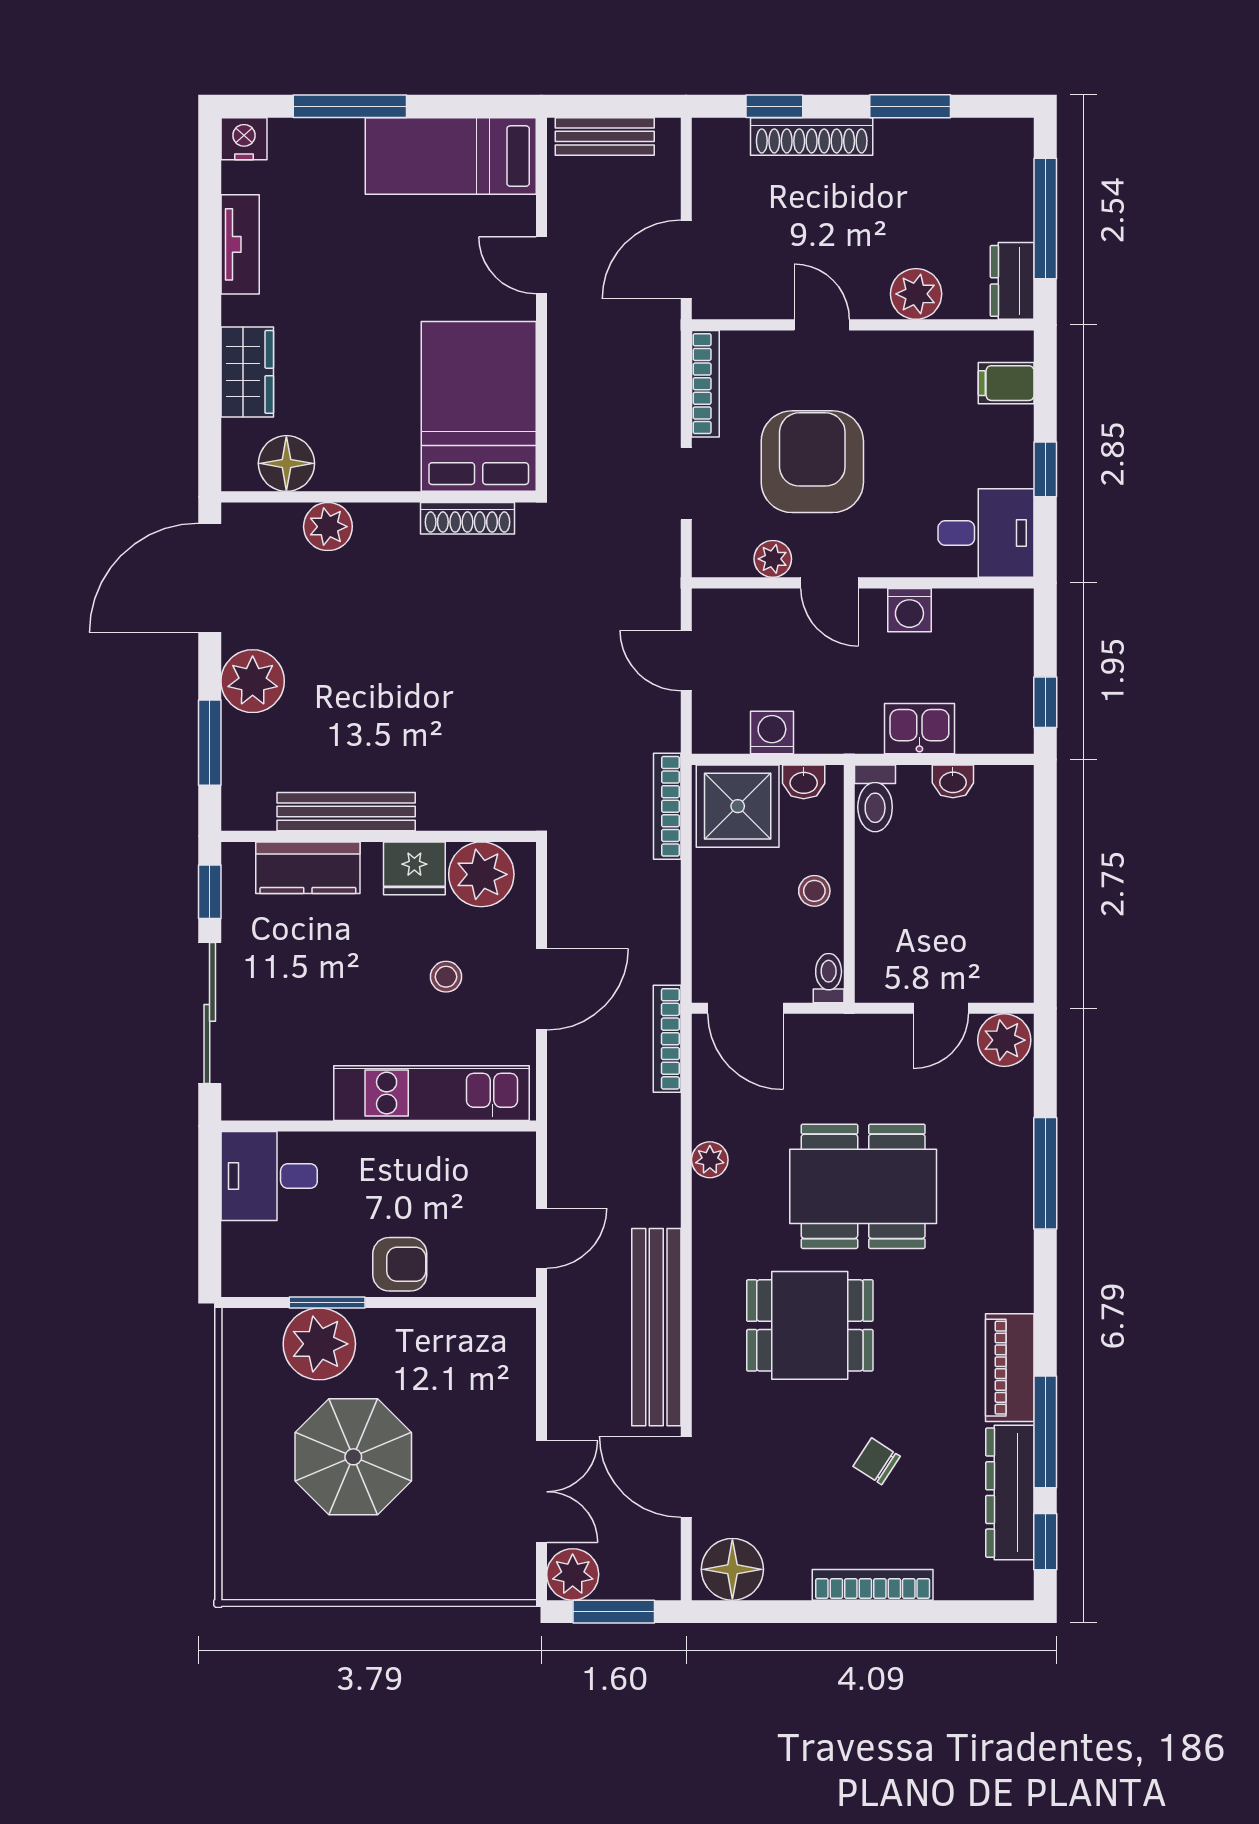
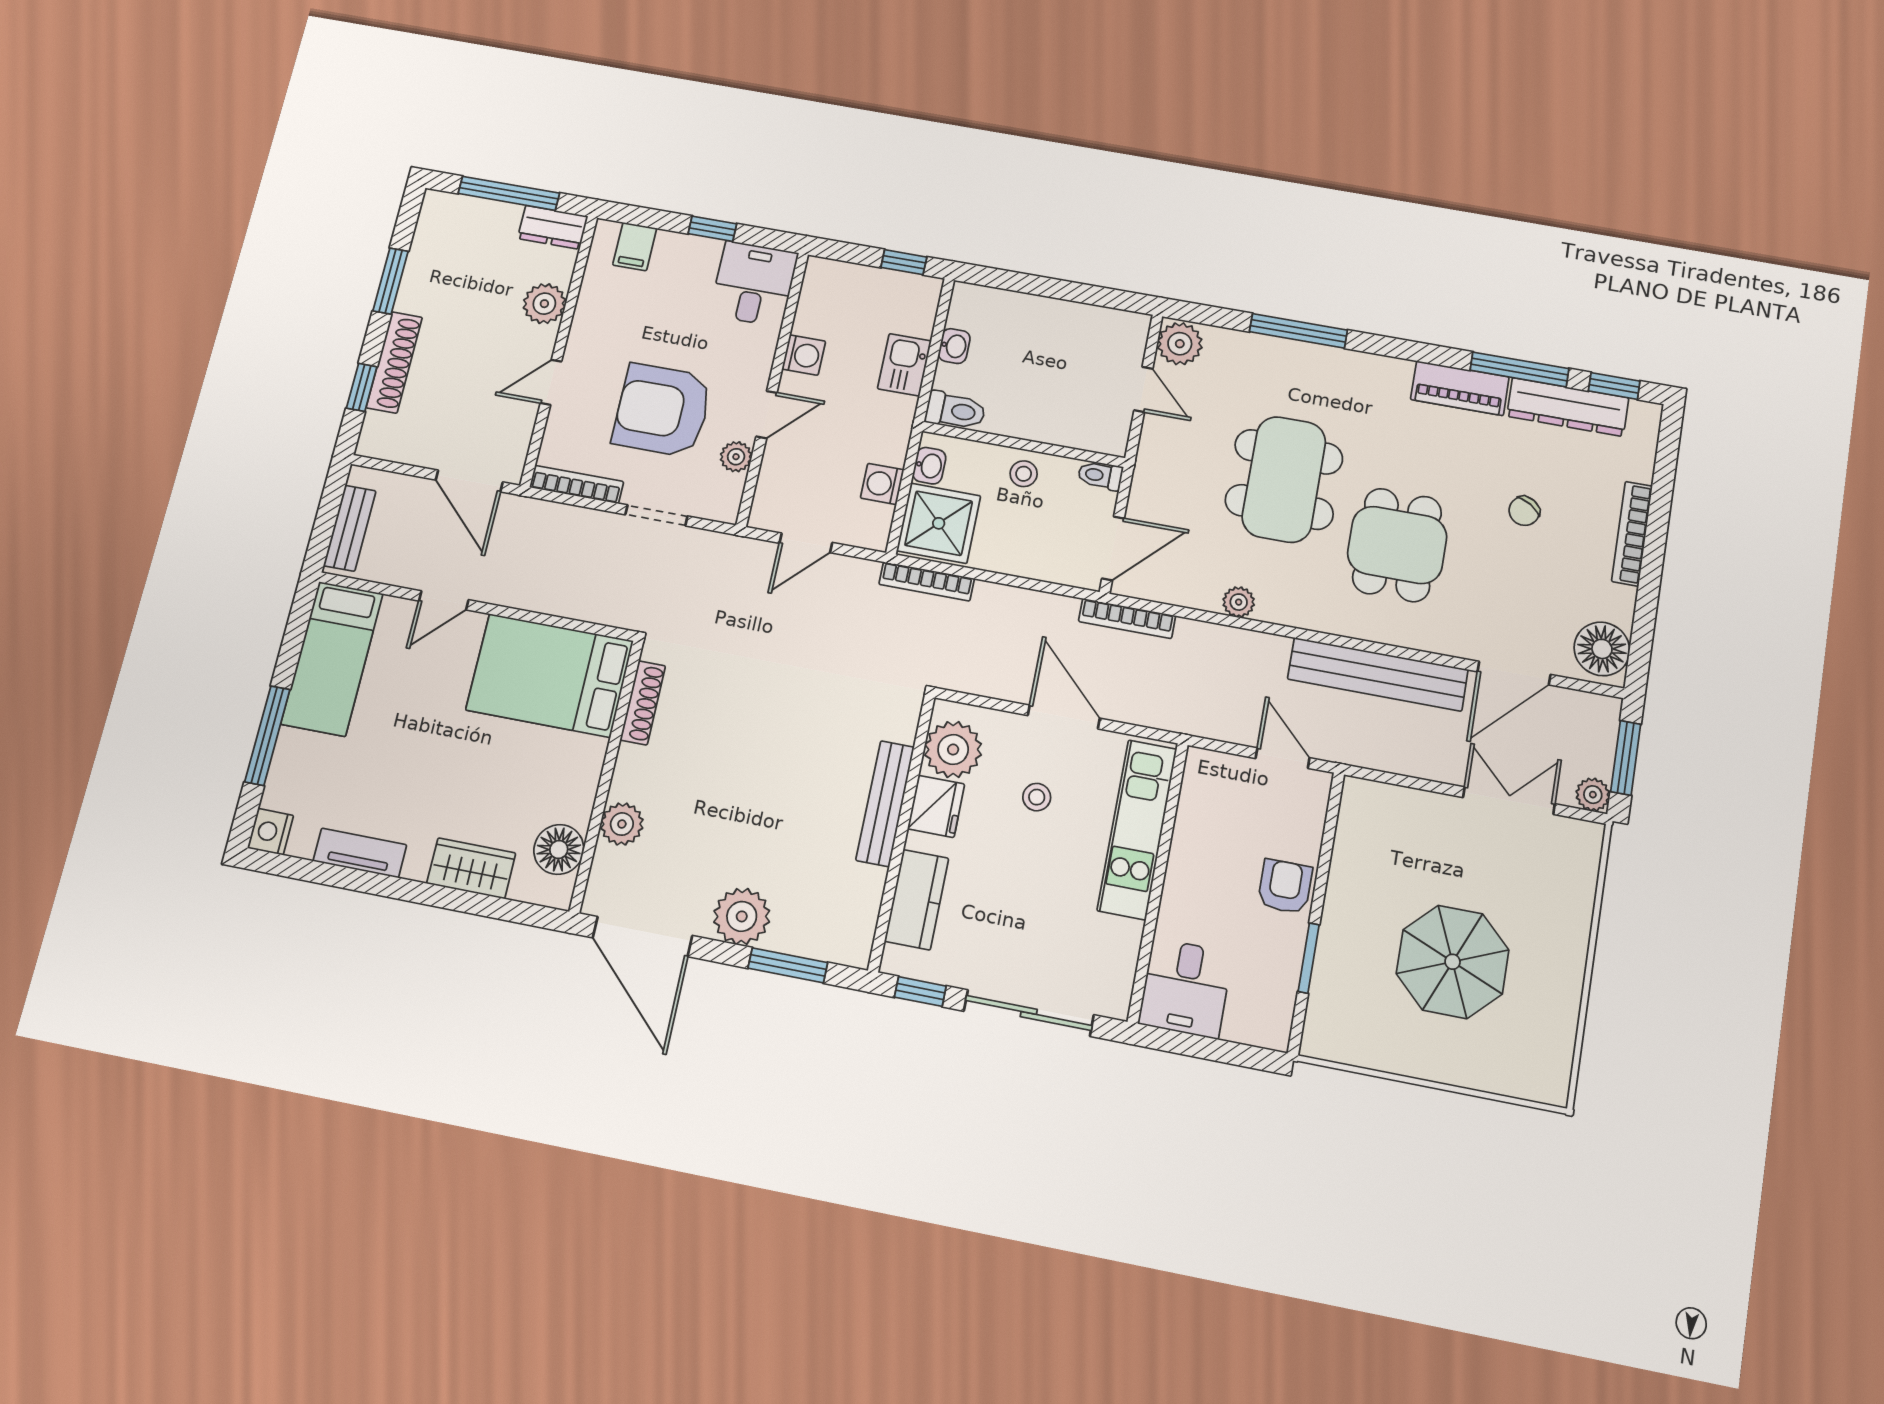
bench: (346, 812) -> (885, 803), moved
plant: (319, 1344) -> (1345, 972), removed
plant: (573, 1574) -> (1593, 795), width x0.73, depth x0.73

